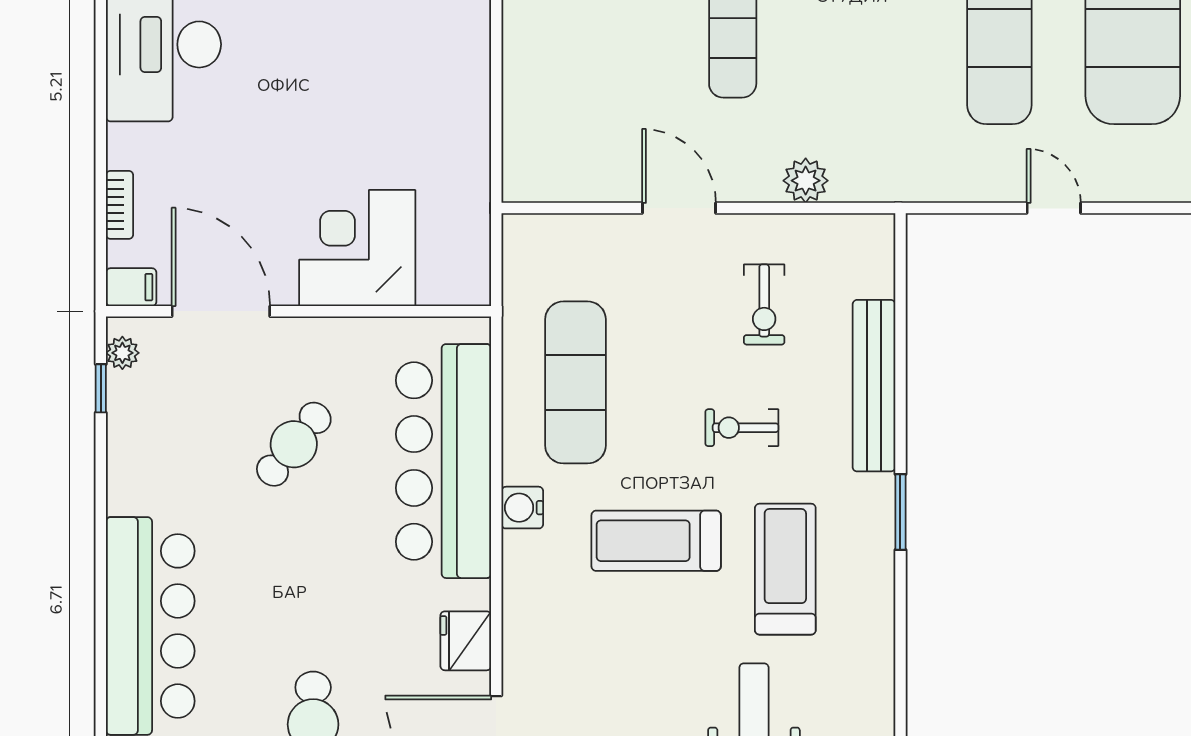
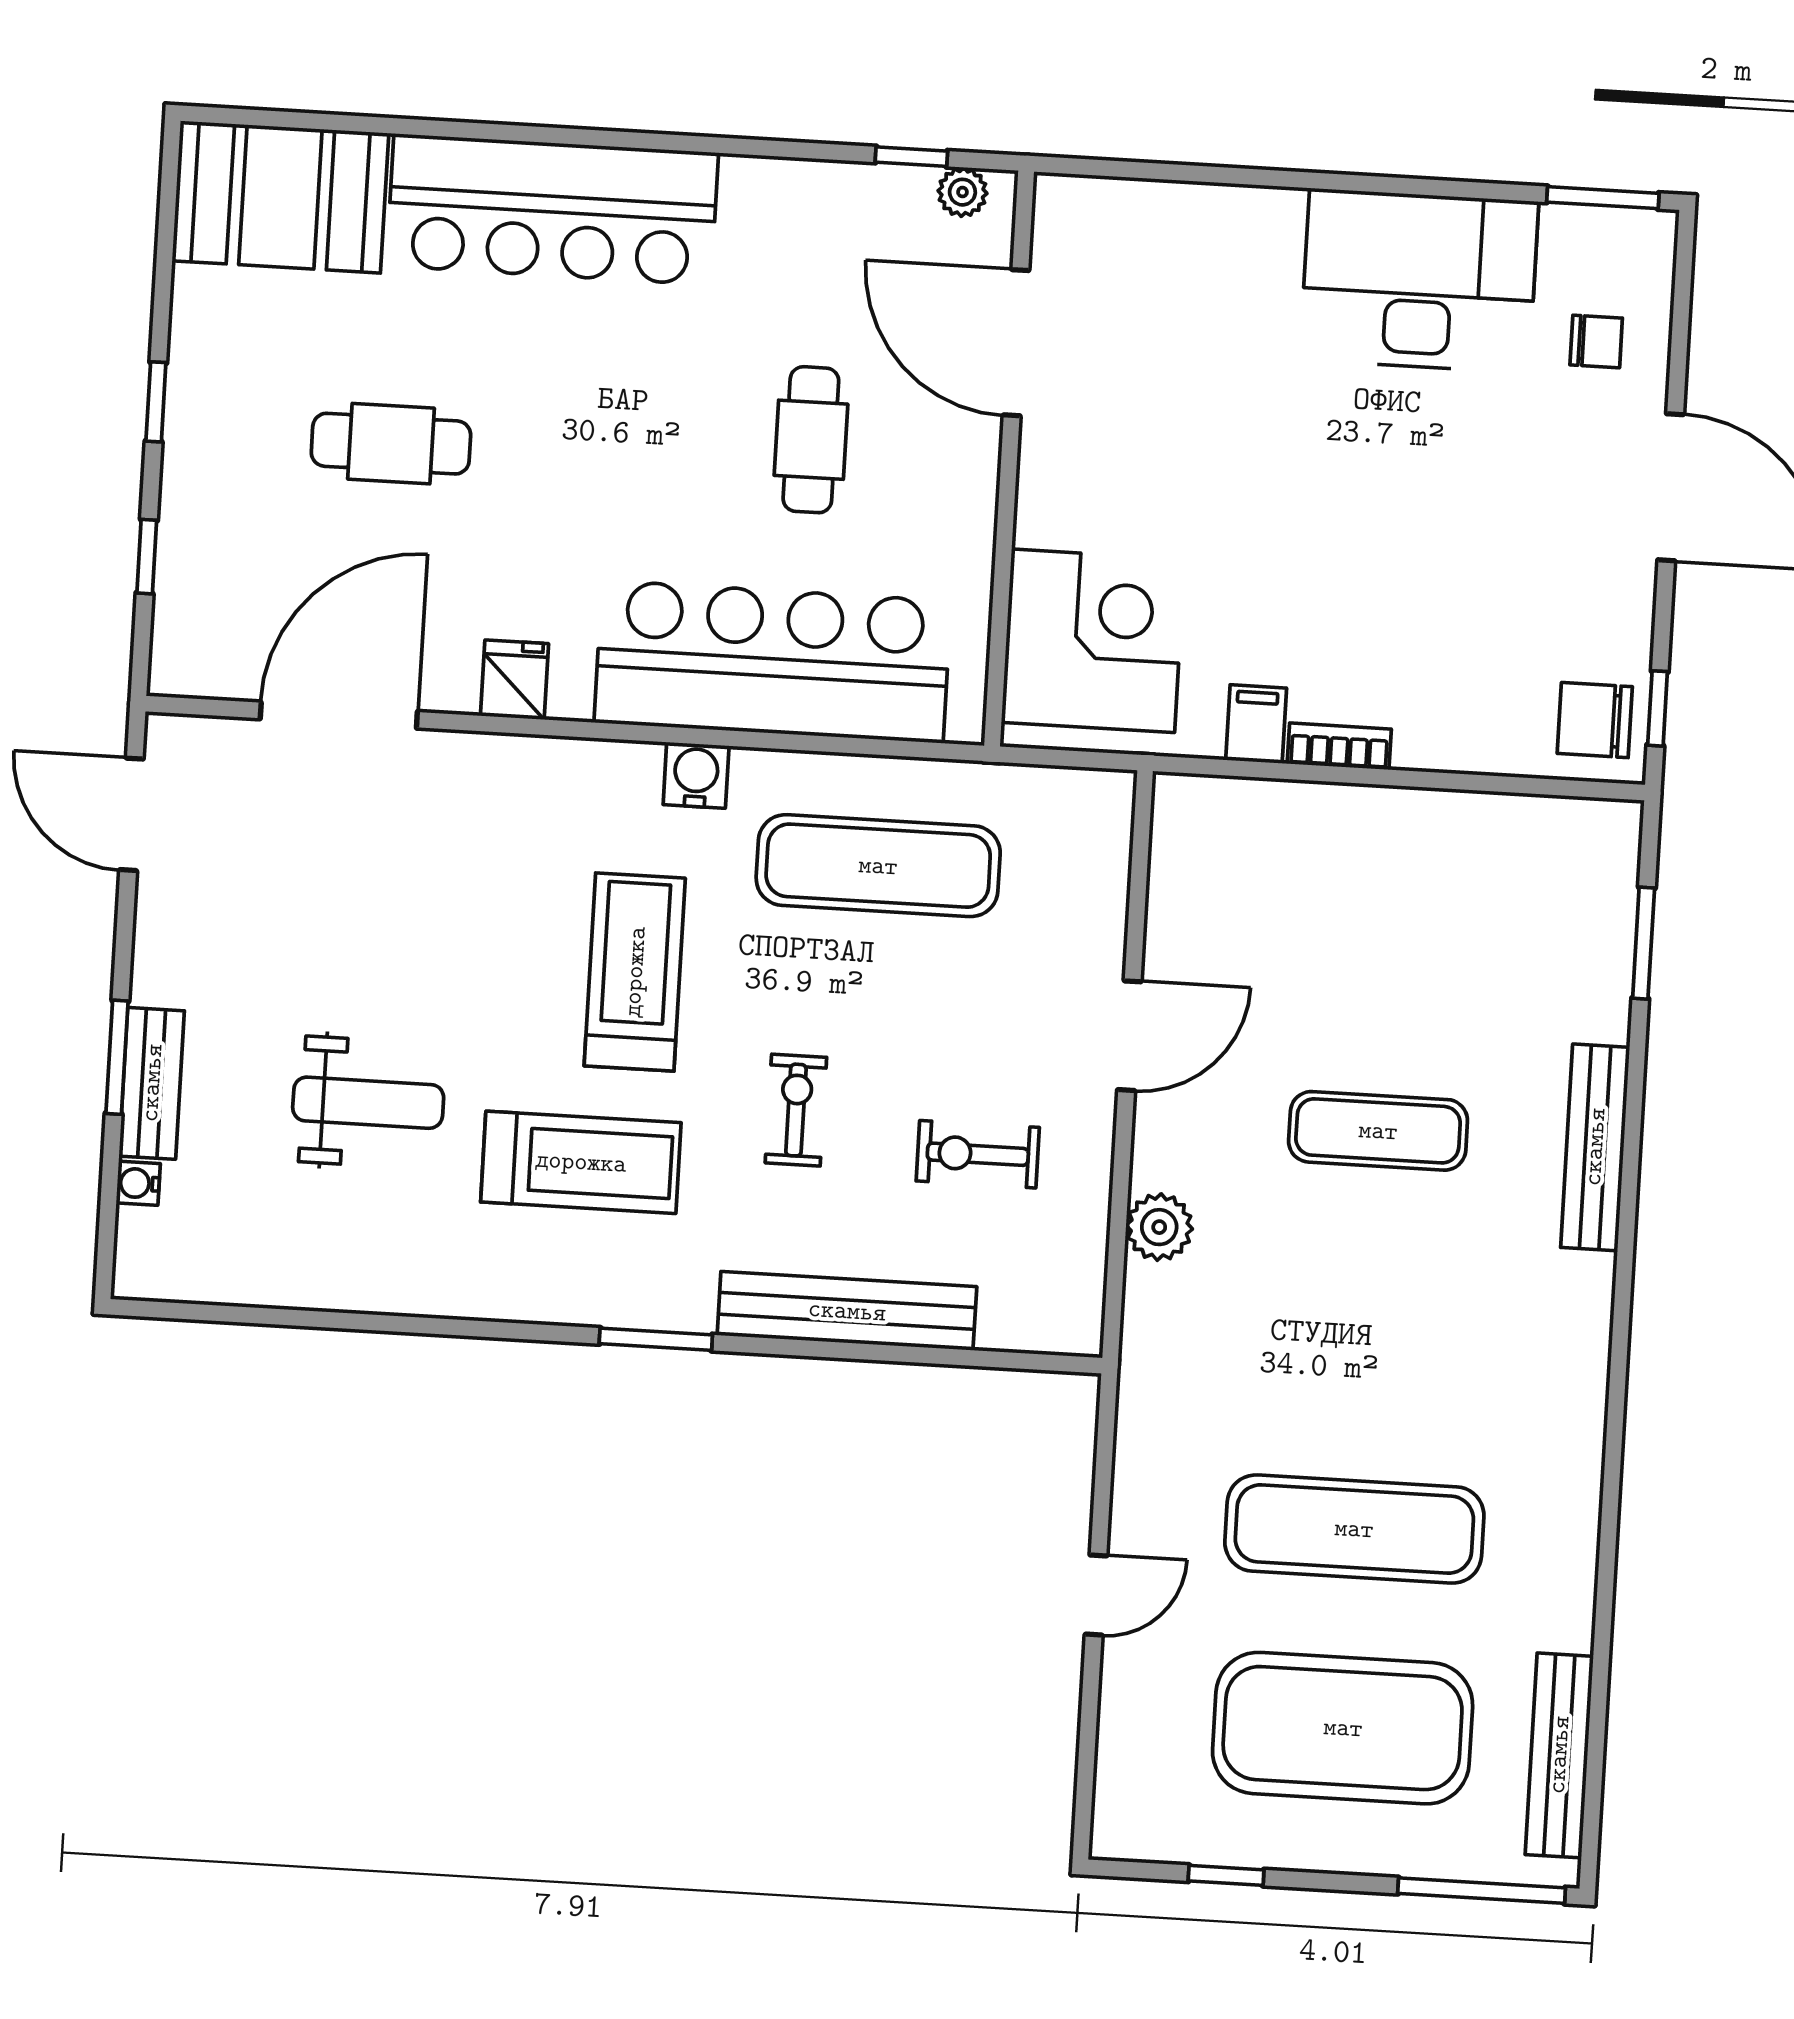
bookcase: (120, 205) -> (1339, 746), moved, turned 180
corner desk: (357, 248) -> (1093, 641), moved
filing cabinet: (131, 287) -> (1256, 724), moved, turned 180
door: (221, 311) -> (1016, 343), swing flipped
cafe table: (294, 444) -> (811, 440), turned 51
fridge: (466, 641) -> (514, 680), width x0.72

